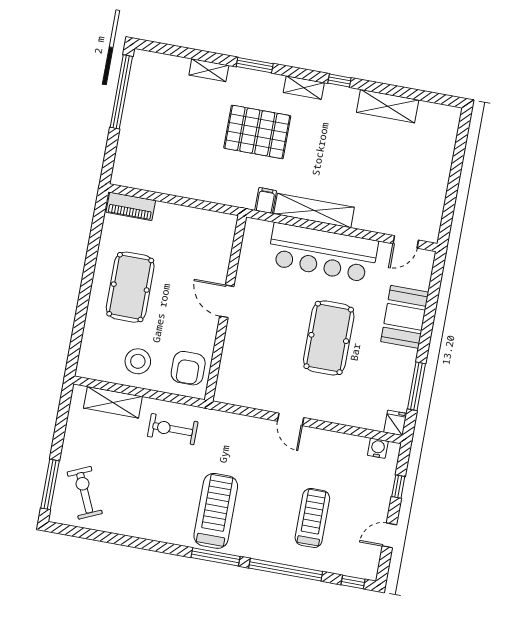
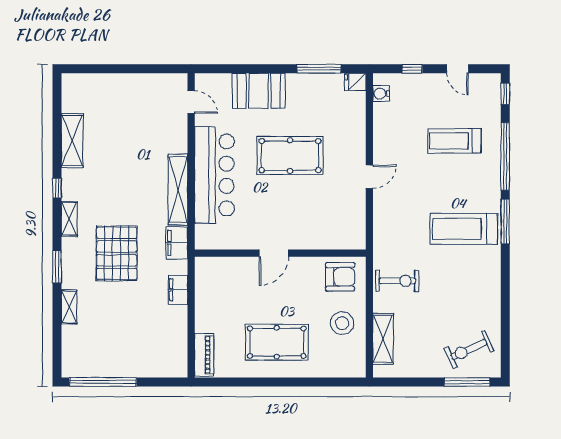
filing cabinet: (206, 191) -> (178, 290), added
filing cabinet: (266, 201) -> (177, 243), width x2.00
exercise bike: (173, 429) -> (397, 281), turned -90

